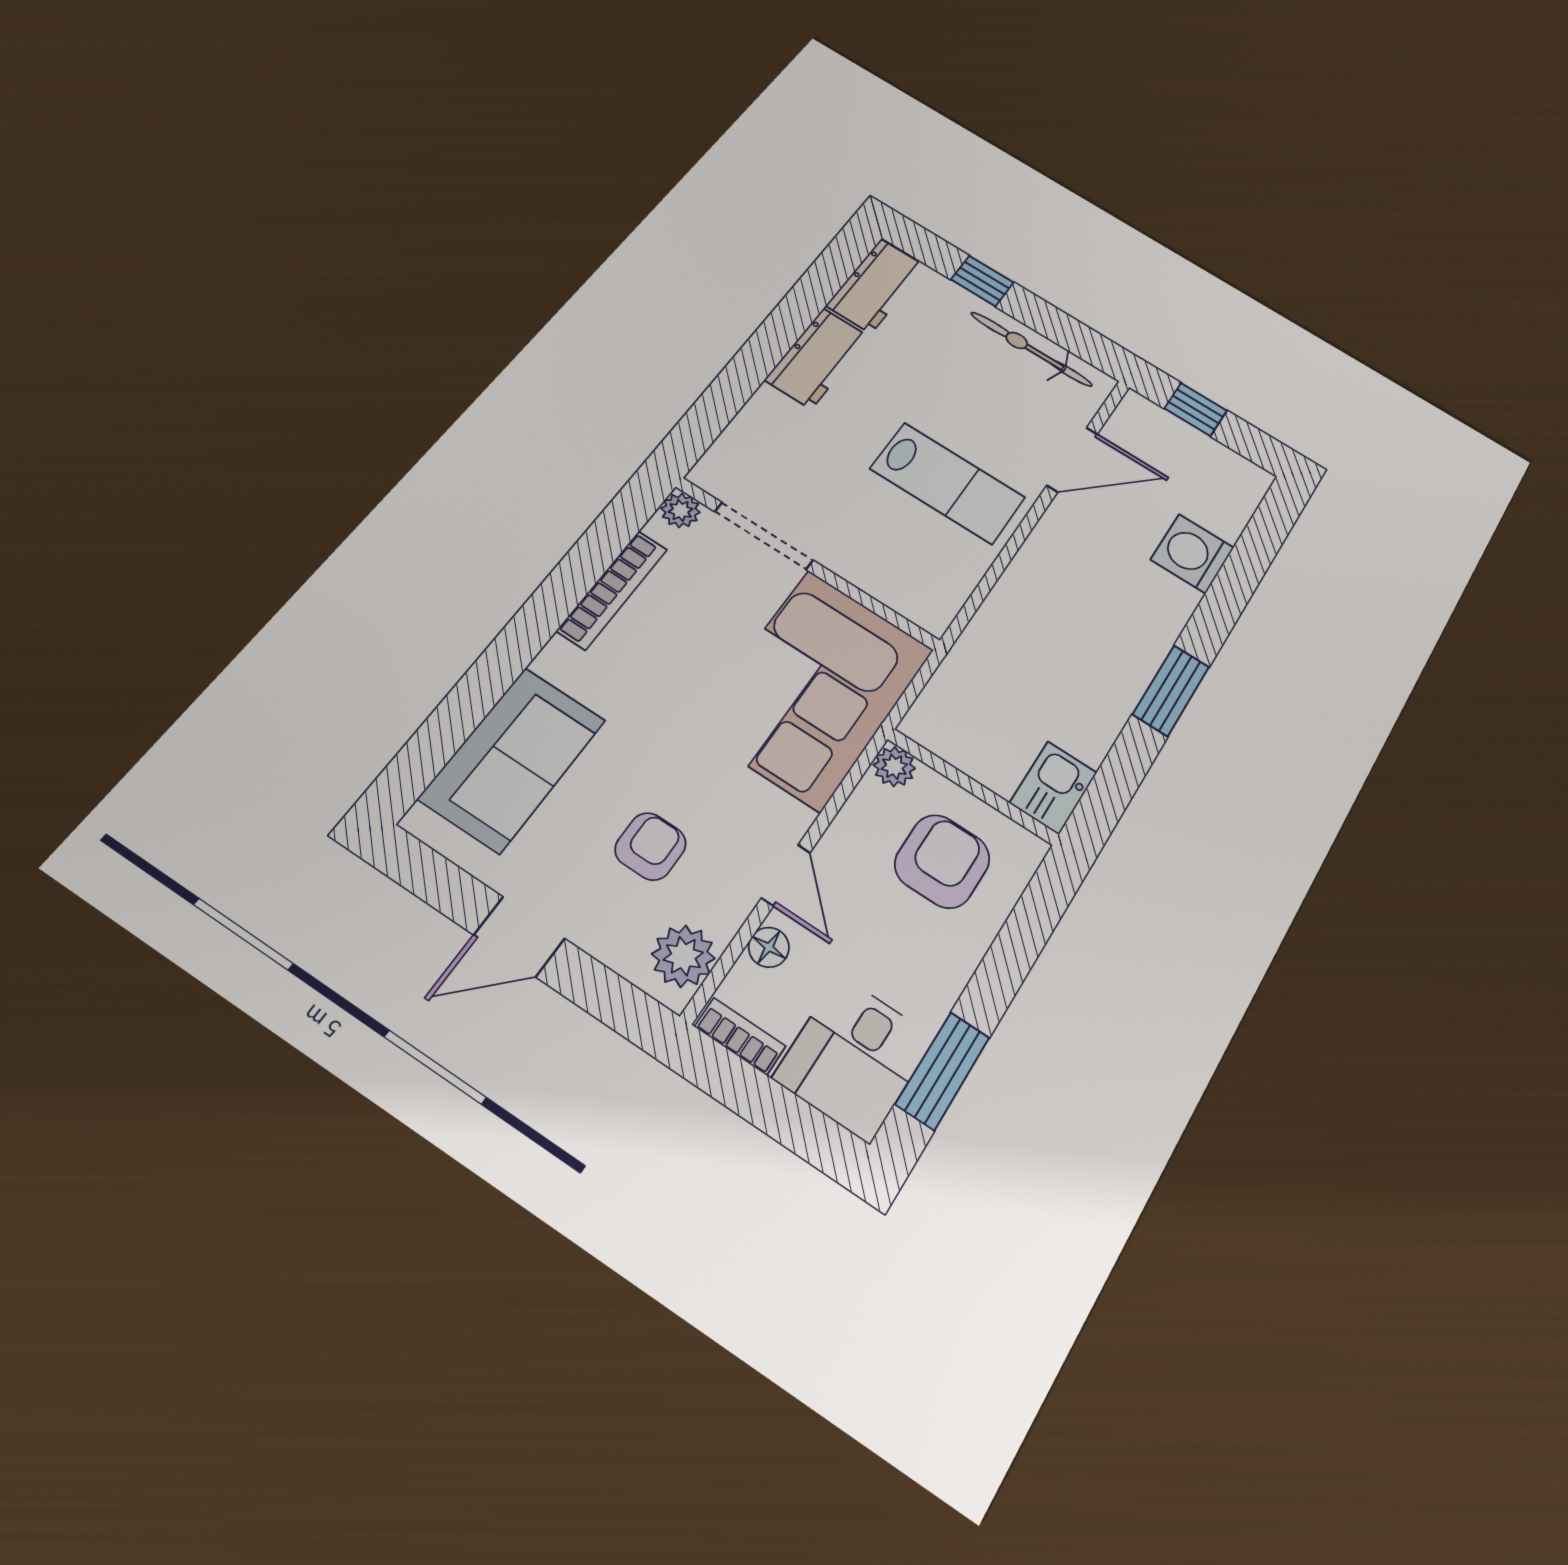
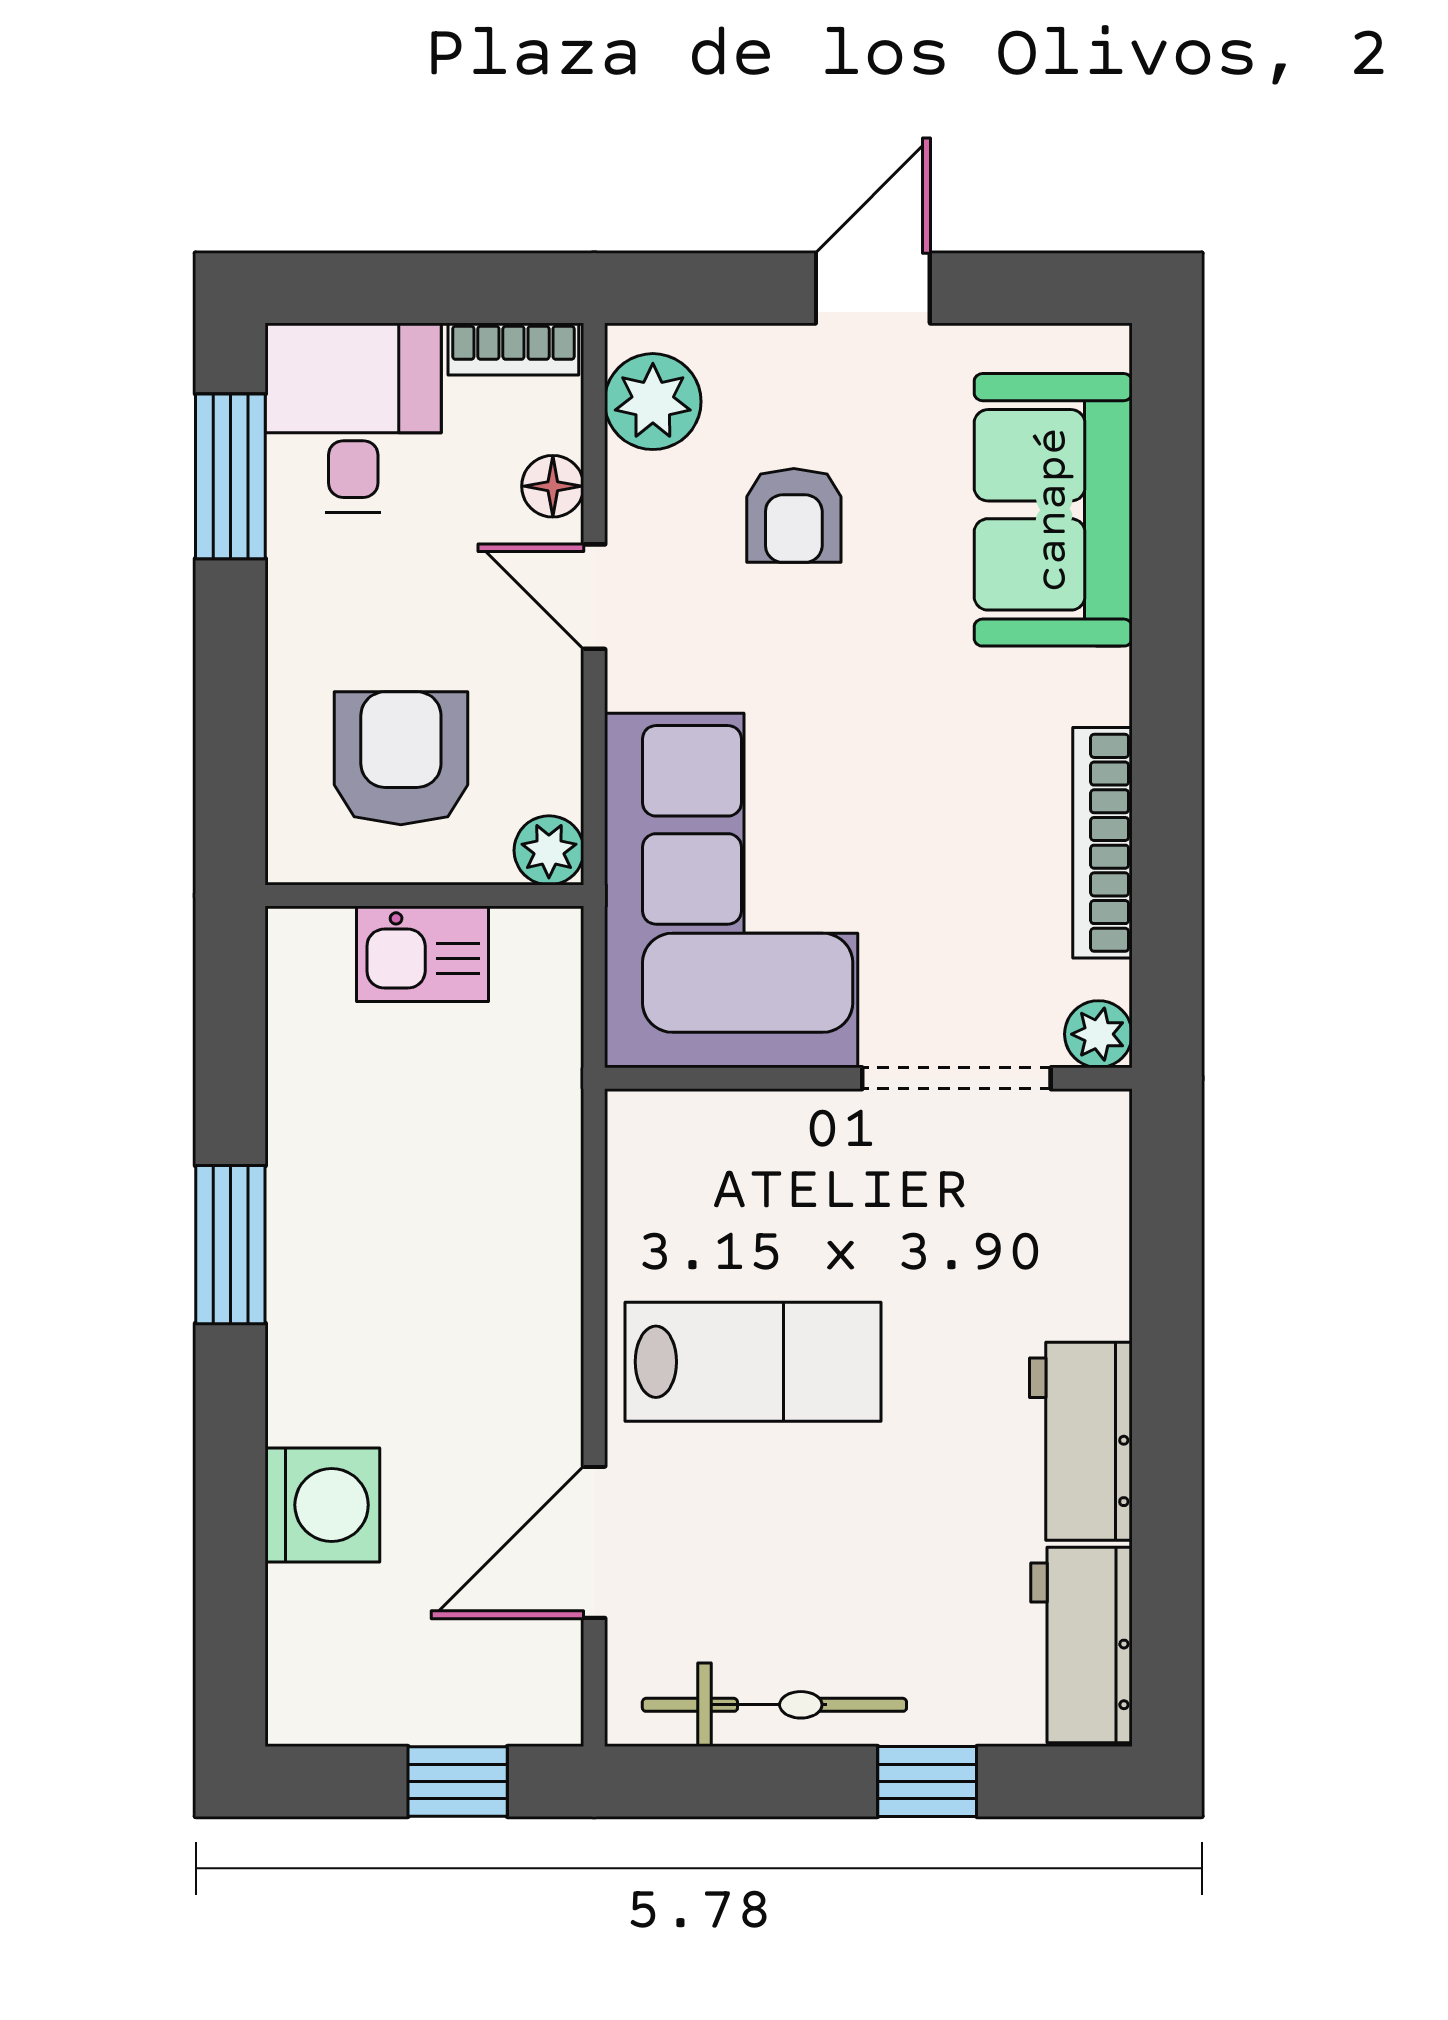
lab bench: (948, 483) -> (753, 1362), turned 180
kitchen sink: (1053, 788) -> (422, 954), moved, turned 90
armchair: (942, 861) -> (401, 758), turned 180

